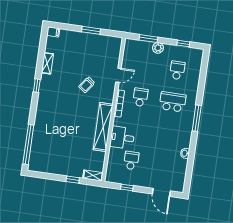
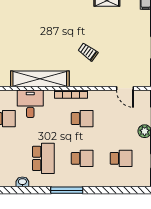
door: (118, 75) -> (125, 88), moved
school desk: (173, 102) -> (82, 158), width x0.54
school desk: (168, 133) -> (43, 158), added

